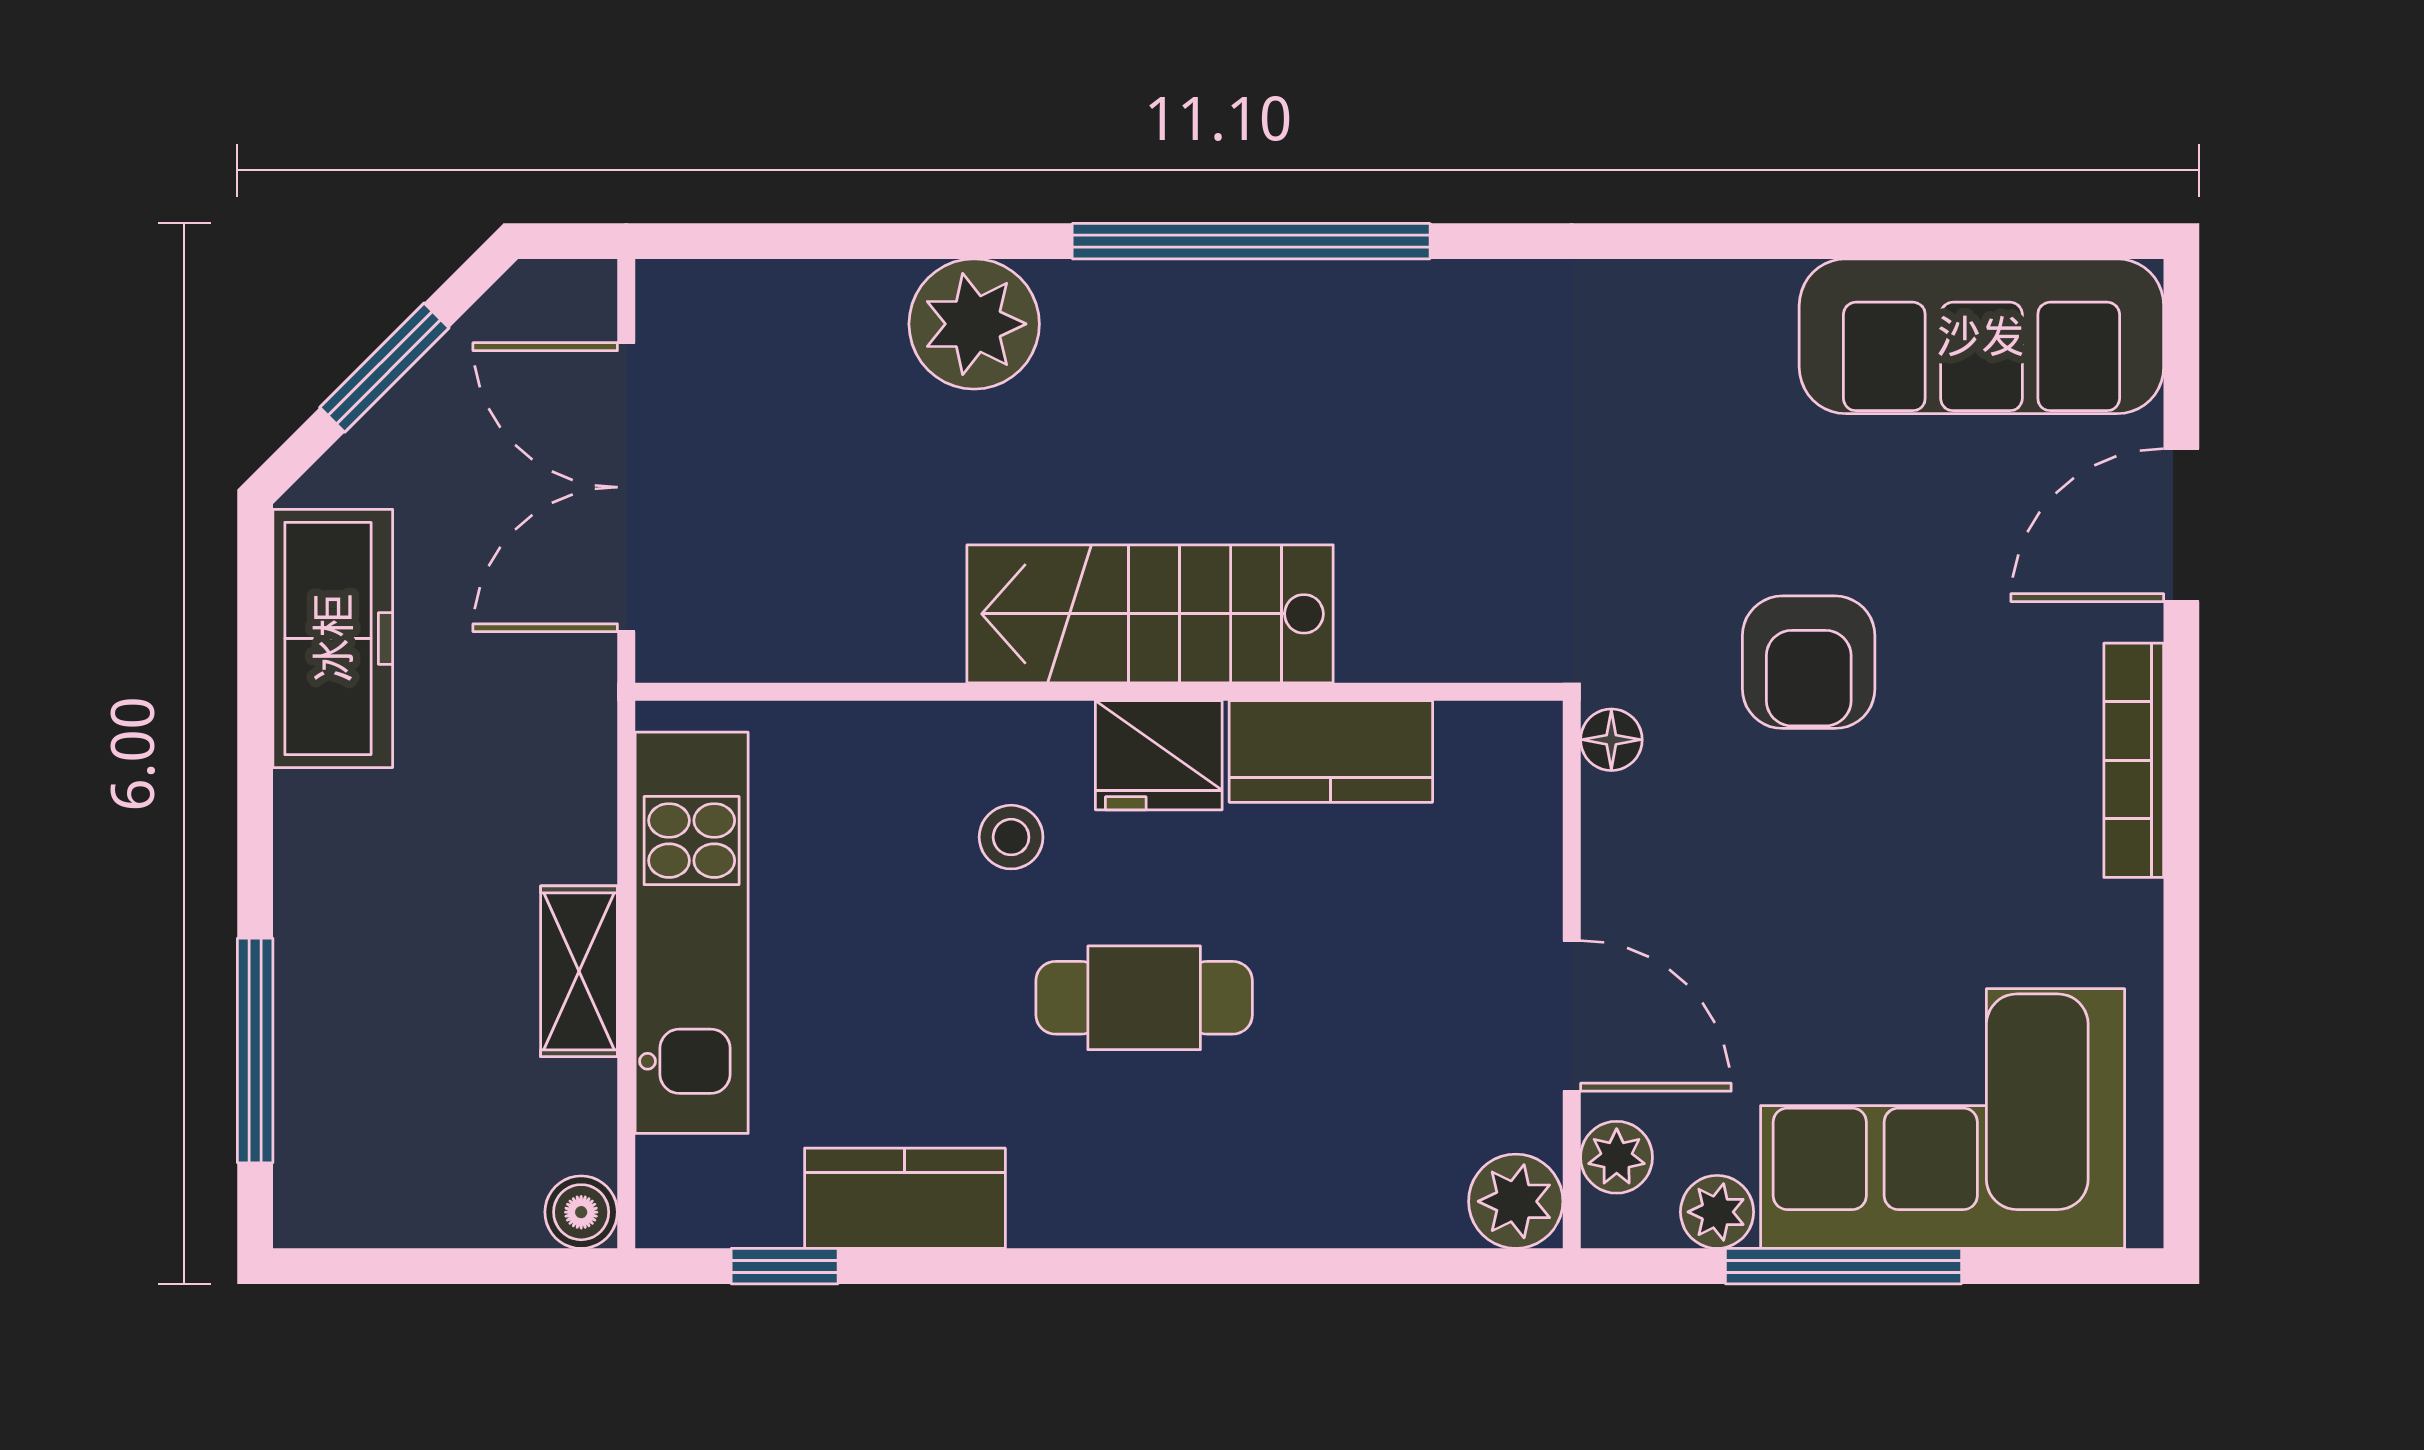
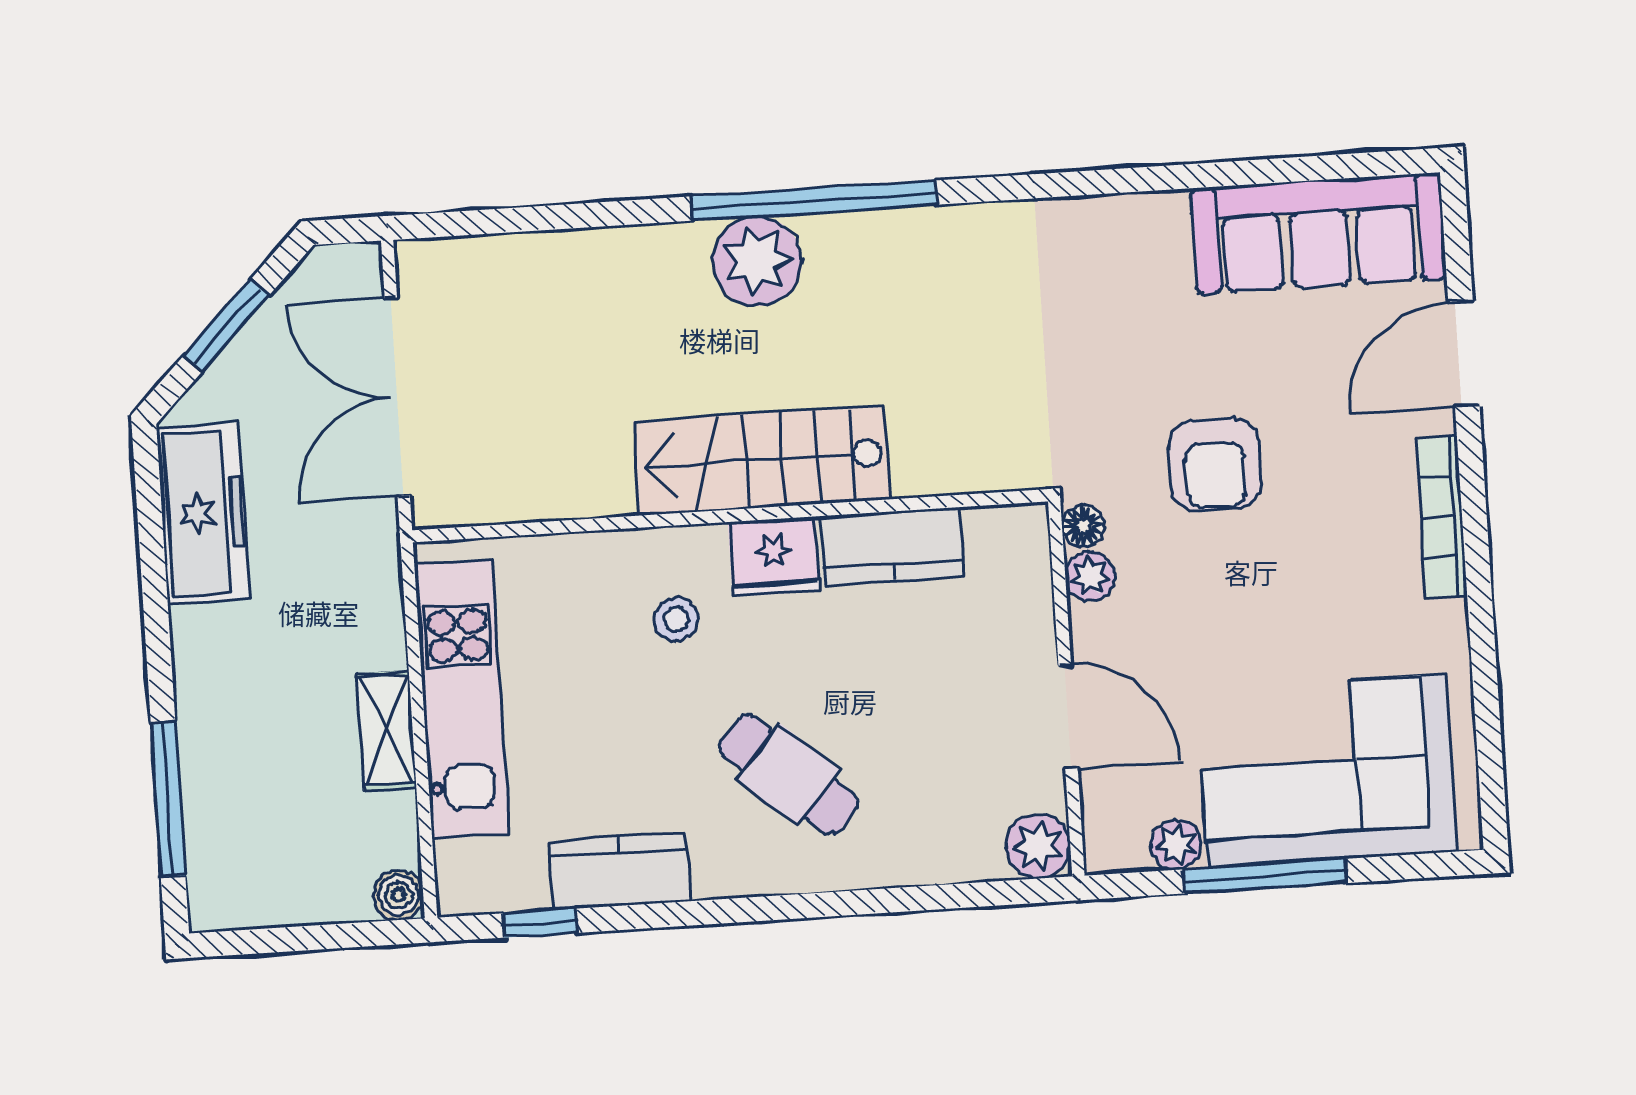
plant: (974, 324) -> (757, 261), moved
cafe table: (1144, 998) -> (789, 775), moved, turned 41
plant: (1617, 1157) -> (1090, 576), moved

